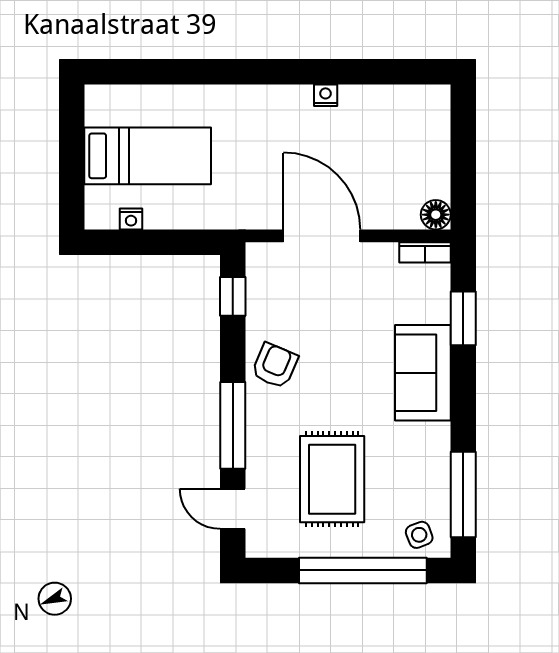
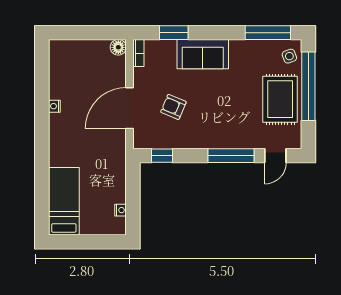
bed: (148, 156) -> (64, 201), moved
armchair: (275, 366) -> (173, 107), moved
rug: (332, 479) -> (280, 99), moved, turned 90

